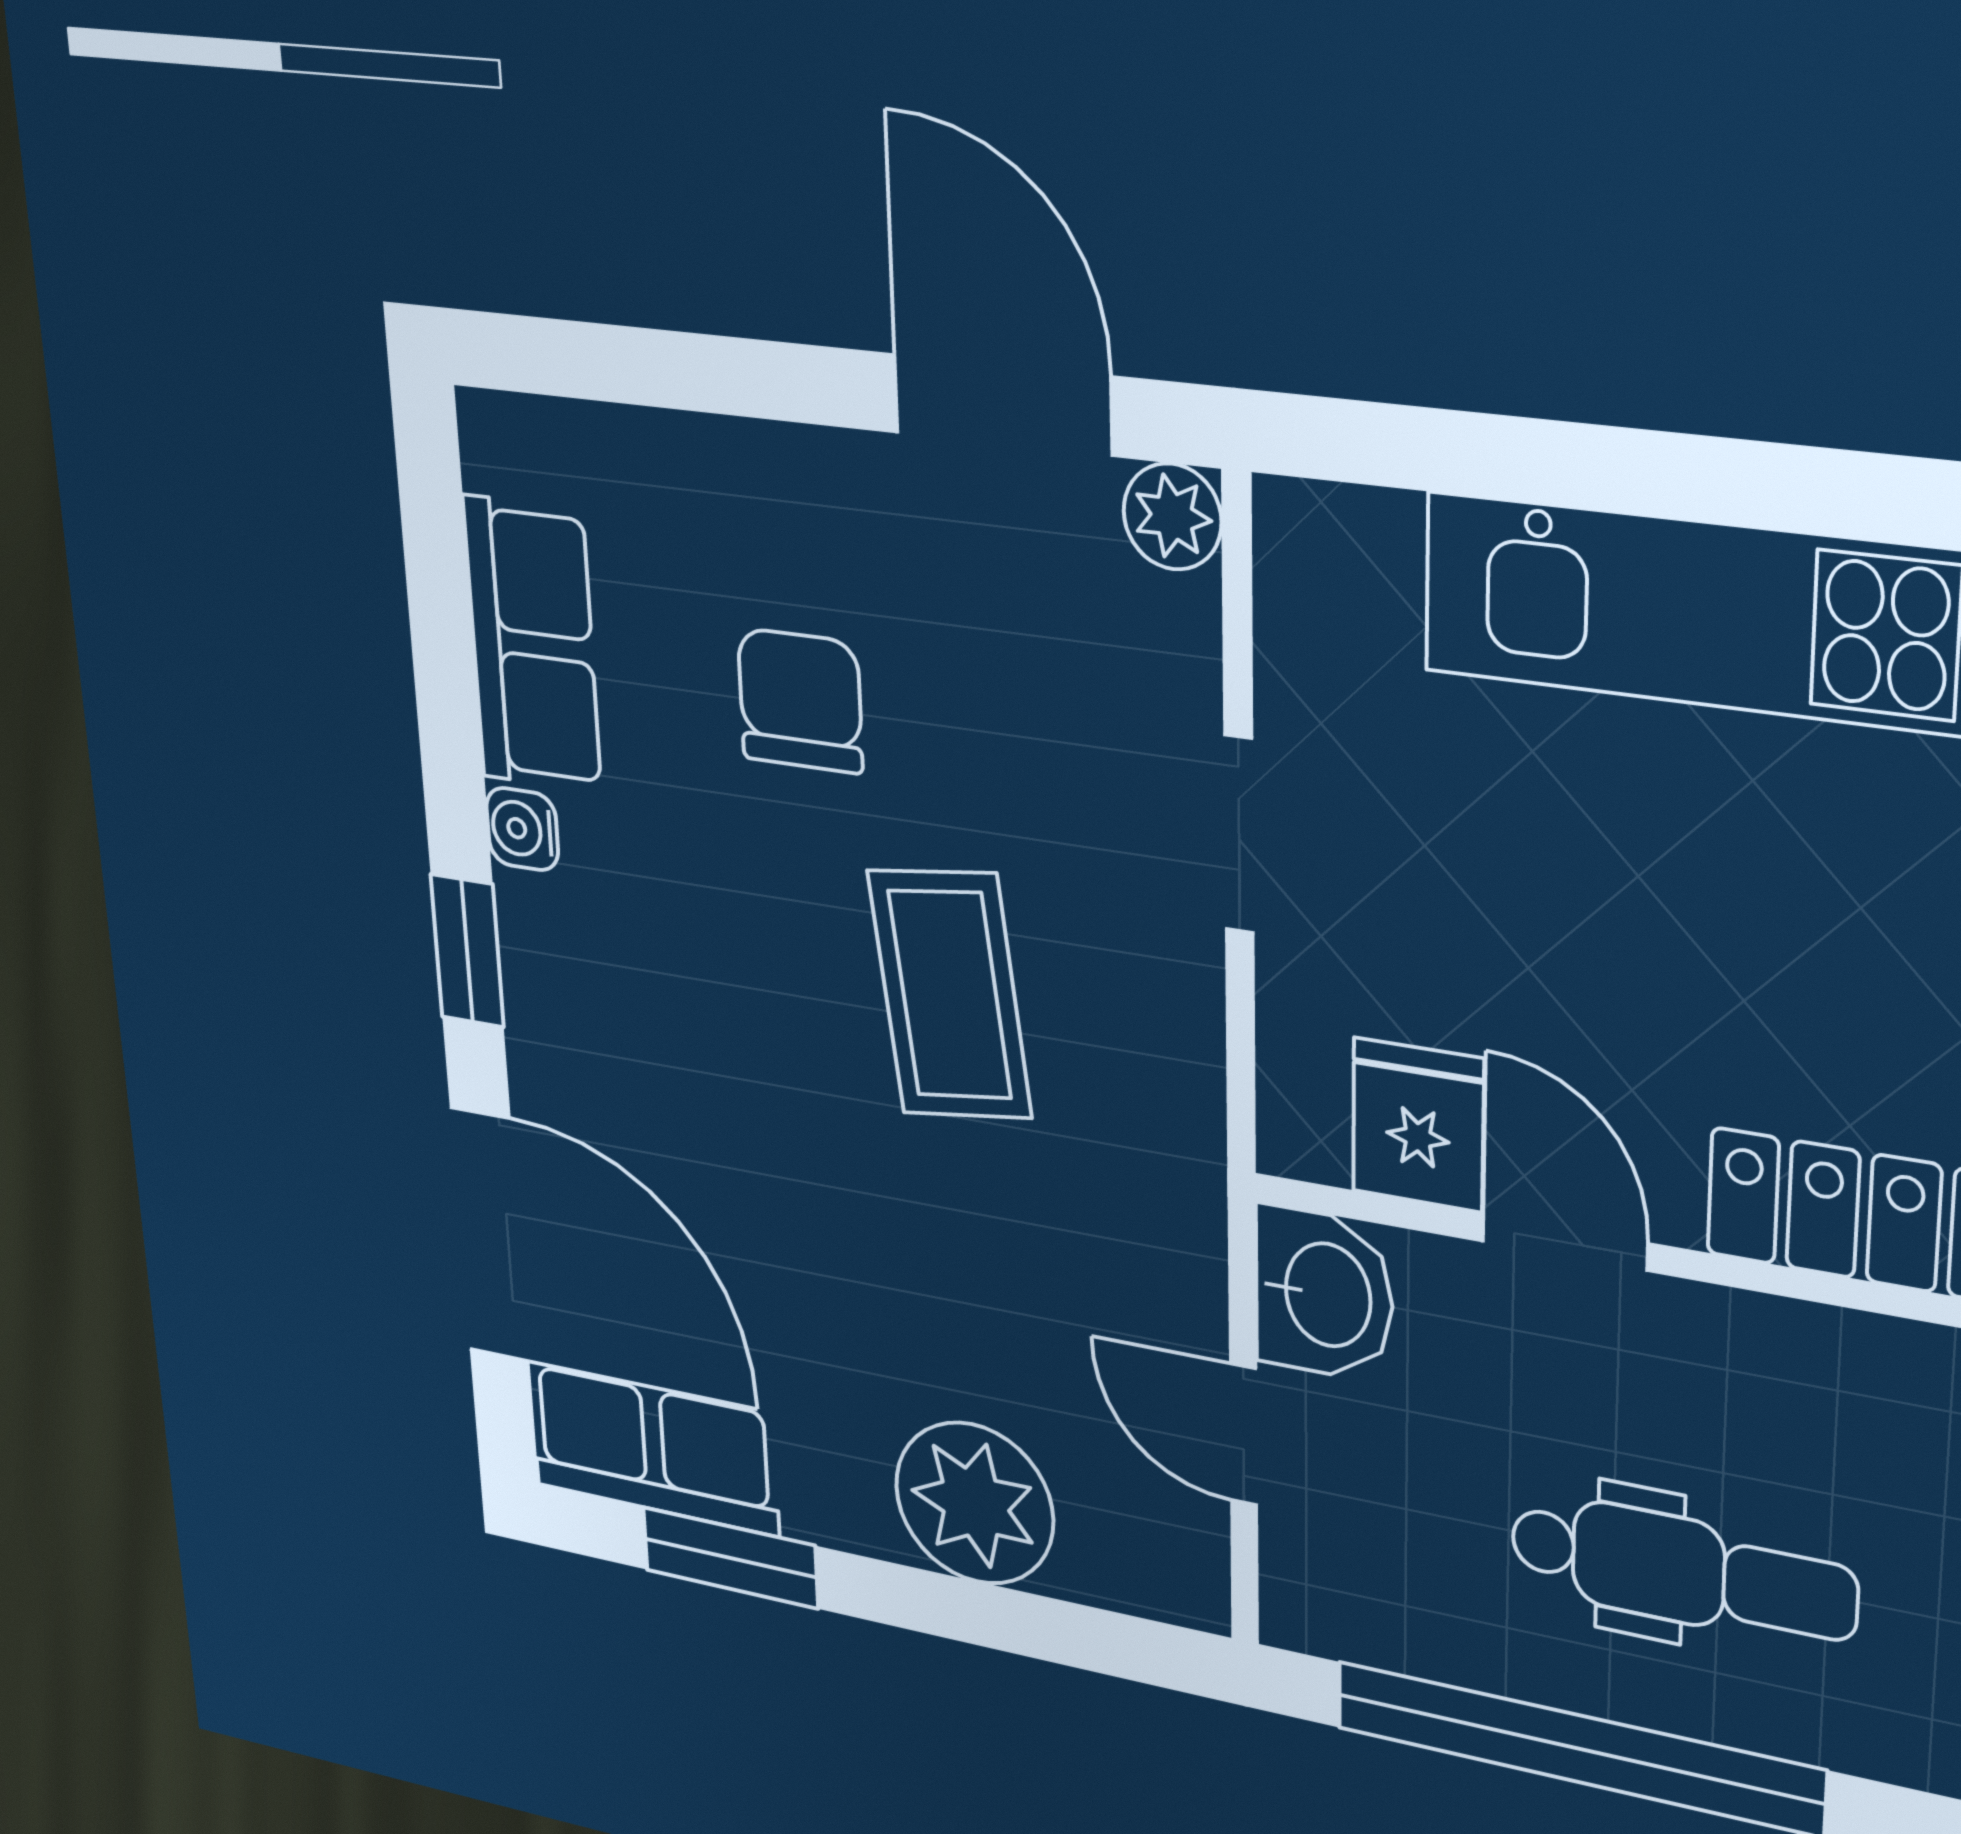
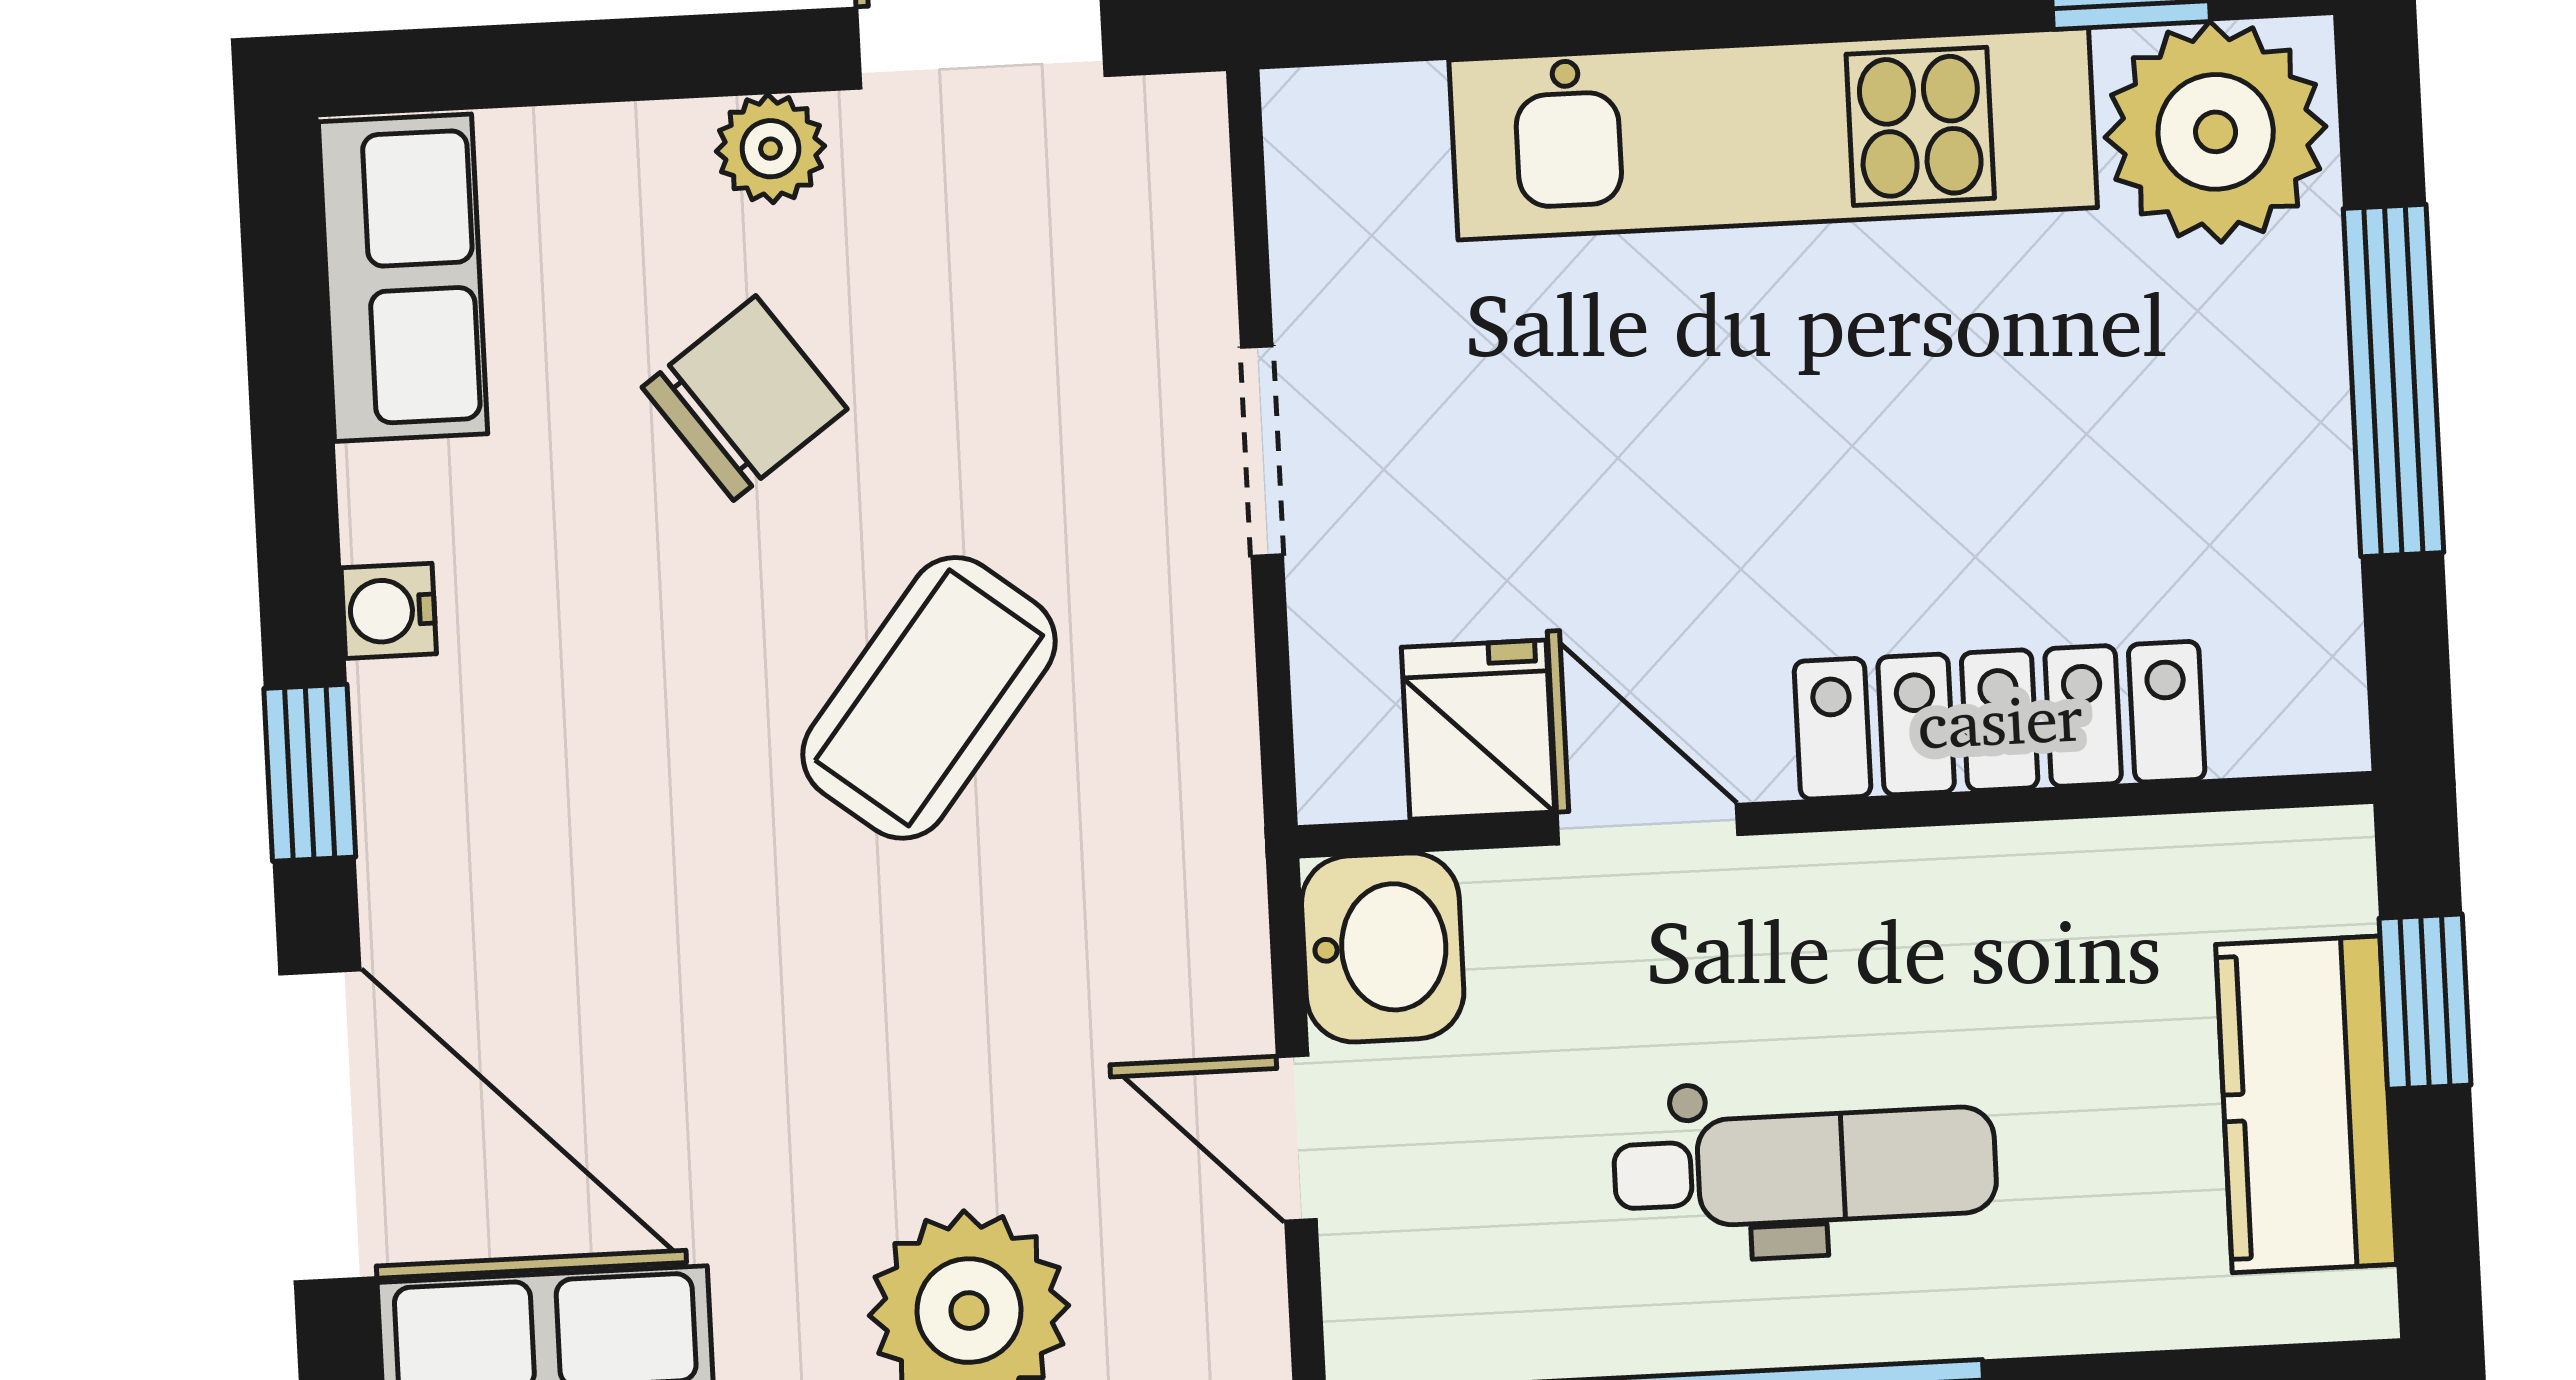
plant: (1172, 517) -> (770, 149), moved
row of seats: (532, 645) -> (403, 278), moved
chair: (800, 701) -> (745, 398), turned 54
coffee table: (950, 995) -> (929, 698), turned 45

